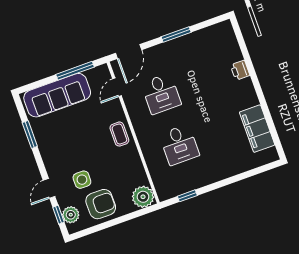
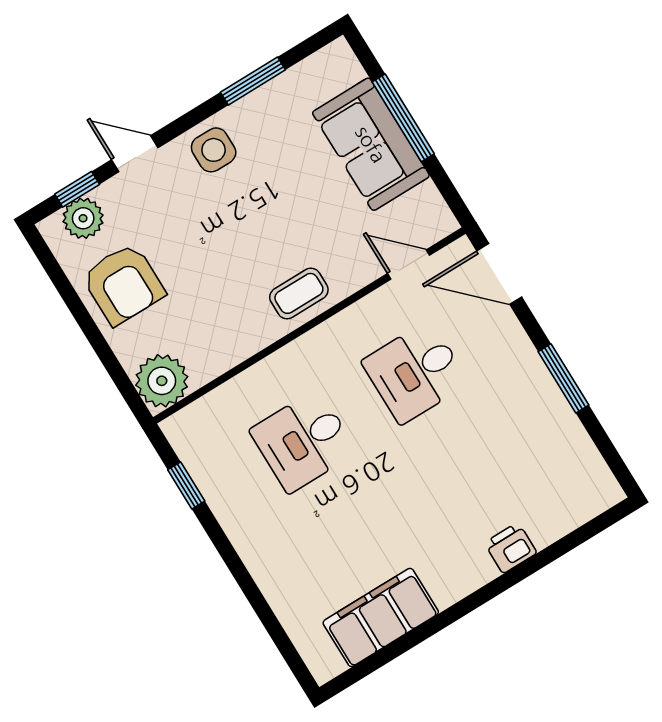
window: (75, 71) -> (403, 118), moved
sofa: (57, 95) -> (371, 144), width x0.73
side table: (82, 180) -> (214, 150), moved

